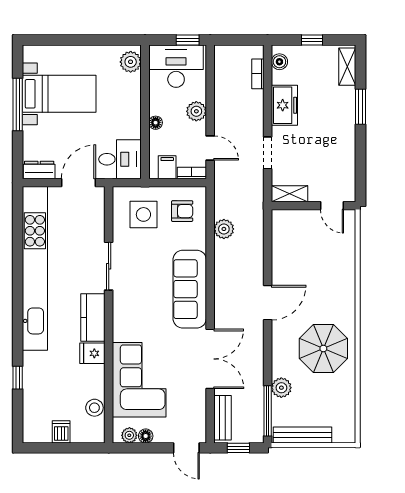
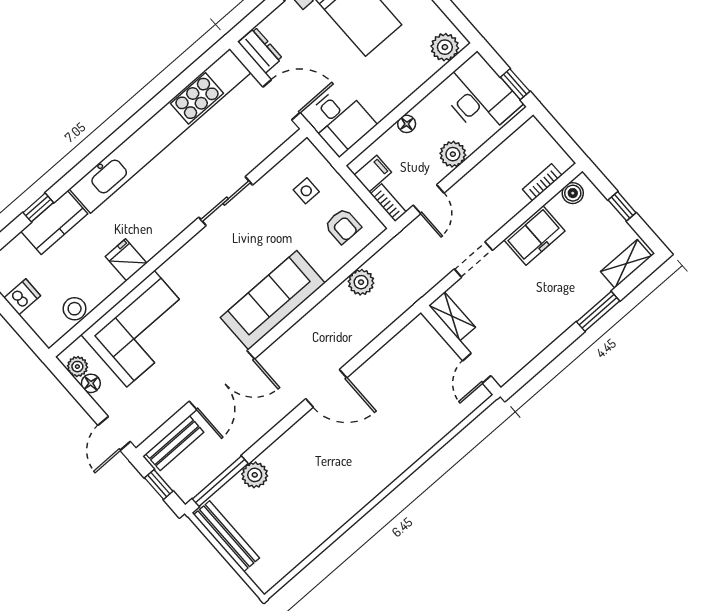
side table: (143, 214) -> (306, 191), width x0.54, depth x0.54
kitchen counter: (93, 317) -> (54, 222), moved, turned 180
parasol: (323, 348) -> (329, 482), removed

